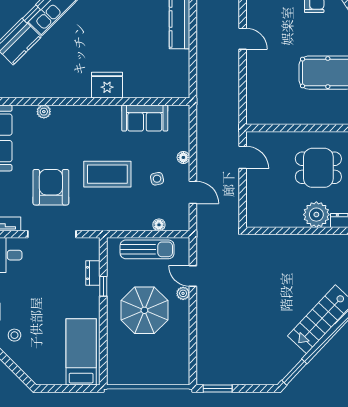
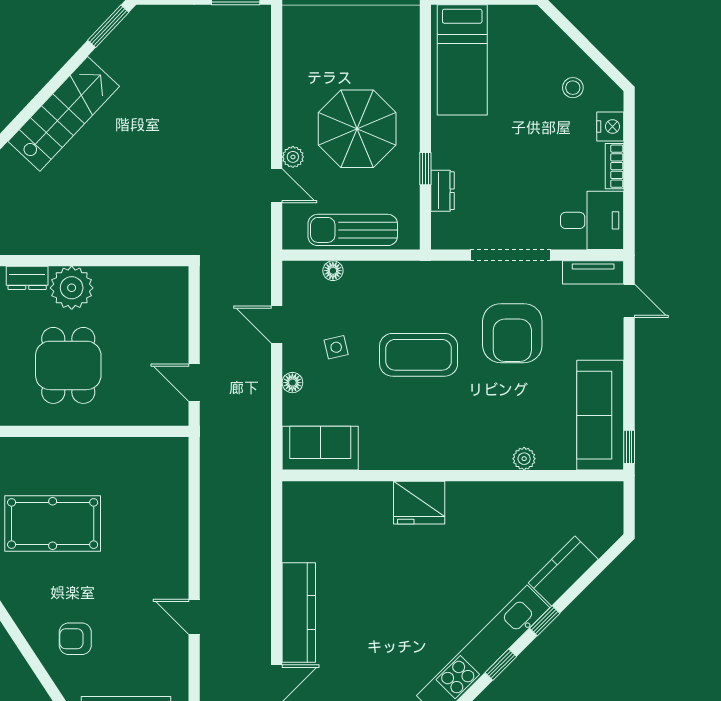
door: (243, 39) -> (194, 617), moved
sofa: (145, 118) -> (320, 448), moved
dining table: (318, 168) -> (68, 365), turned 90

